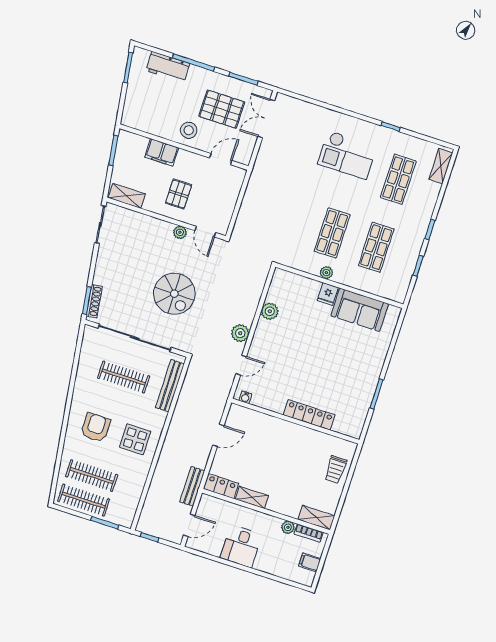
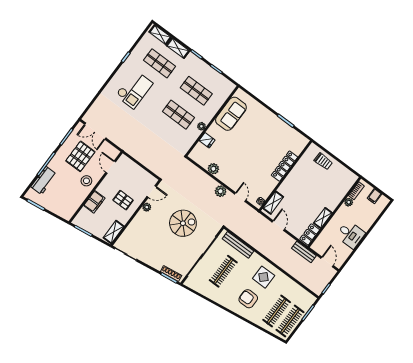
shelving: (430, 199) -> (178, 48), added
fridge: (328, 294) -> (207, 140), moved
shelving: (316, 518) -> (273, 203), moved

